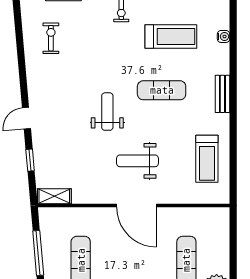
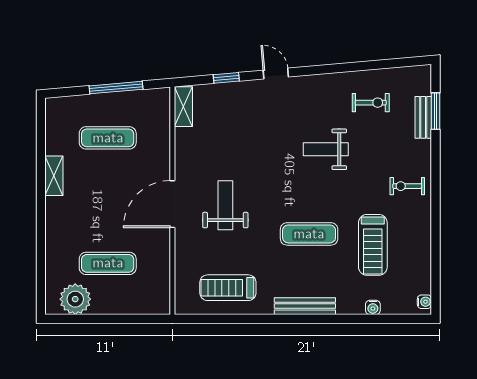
exercise mat: (162, 90) -> (309, 234), turned 90
bench: (222, 94) -> (305, 306), width x1.36
weight bench: (107, 112) -> (326, 149), moved, turned 180

